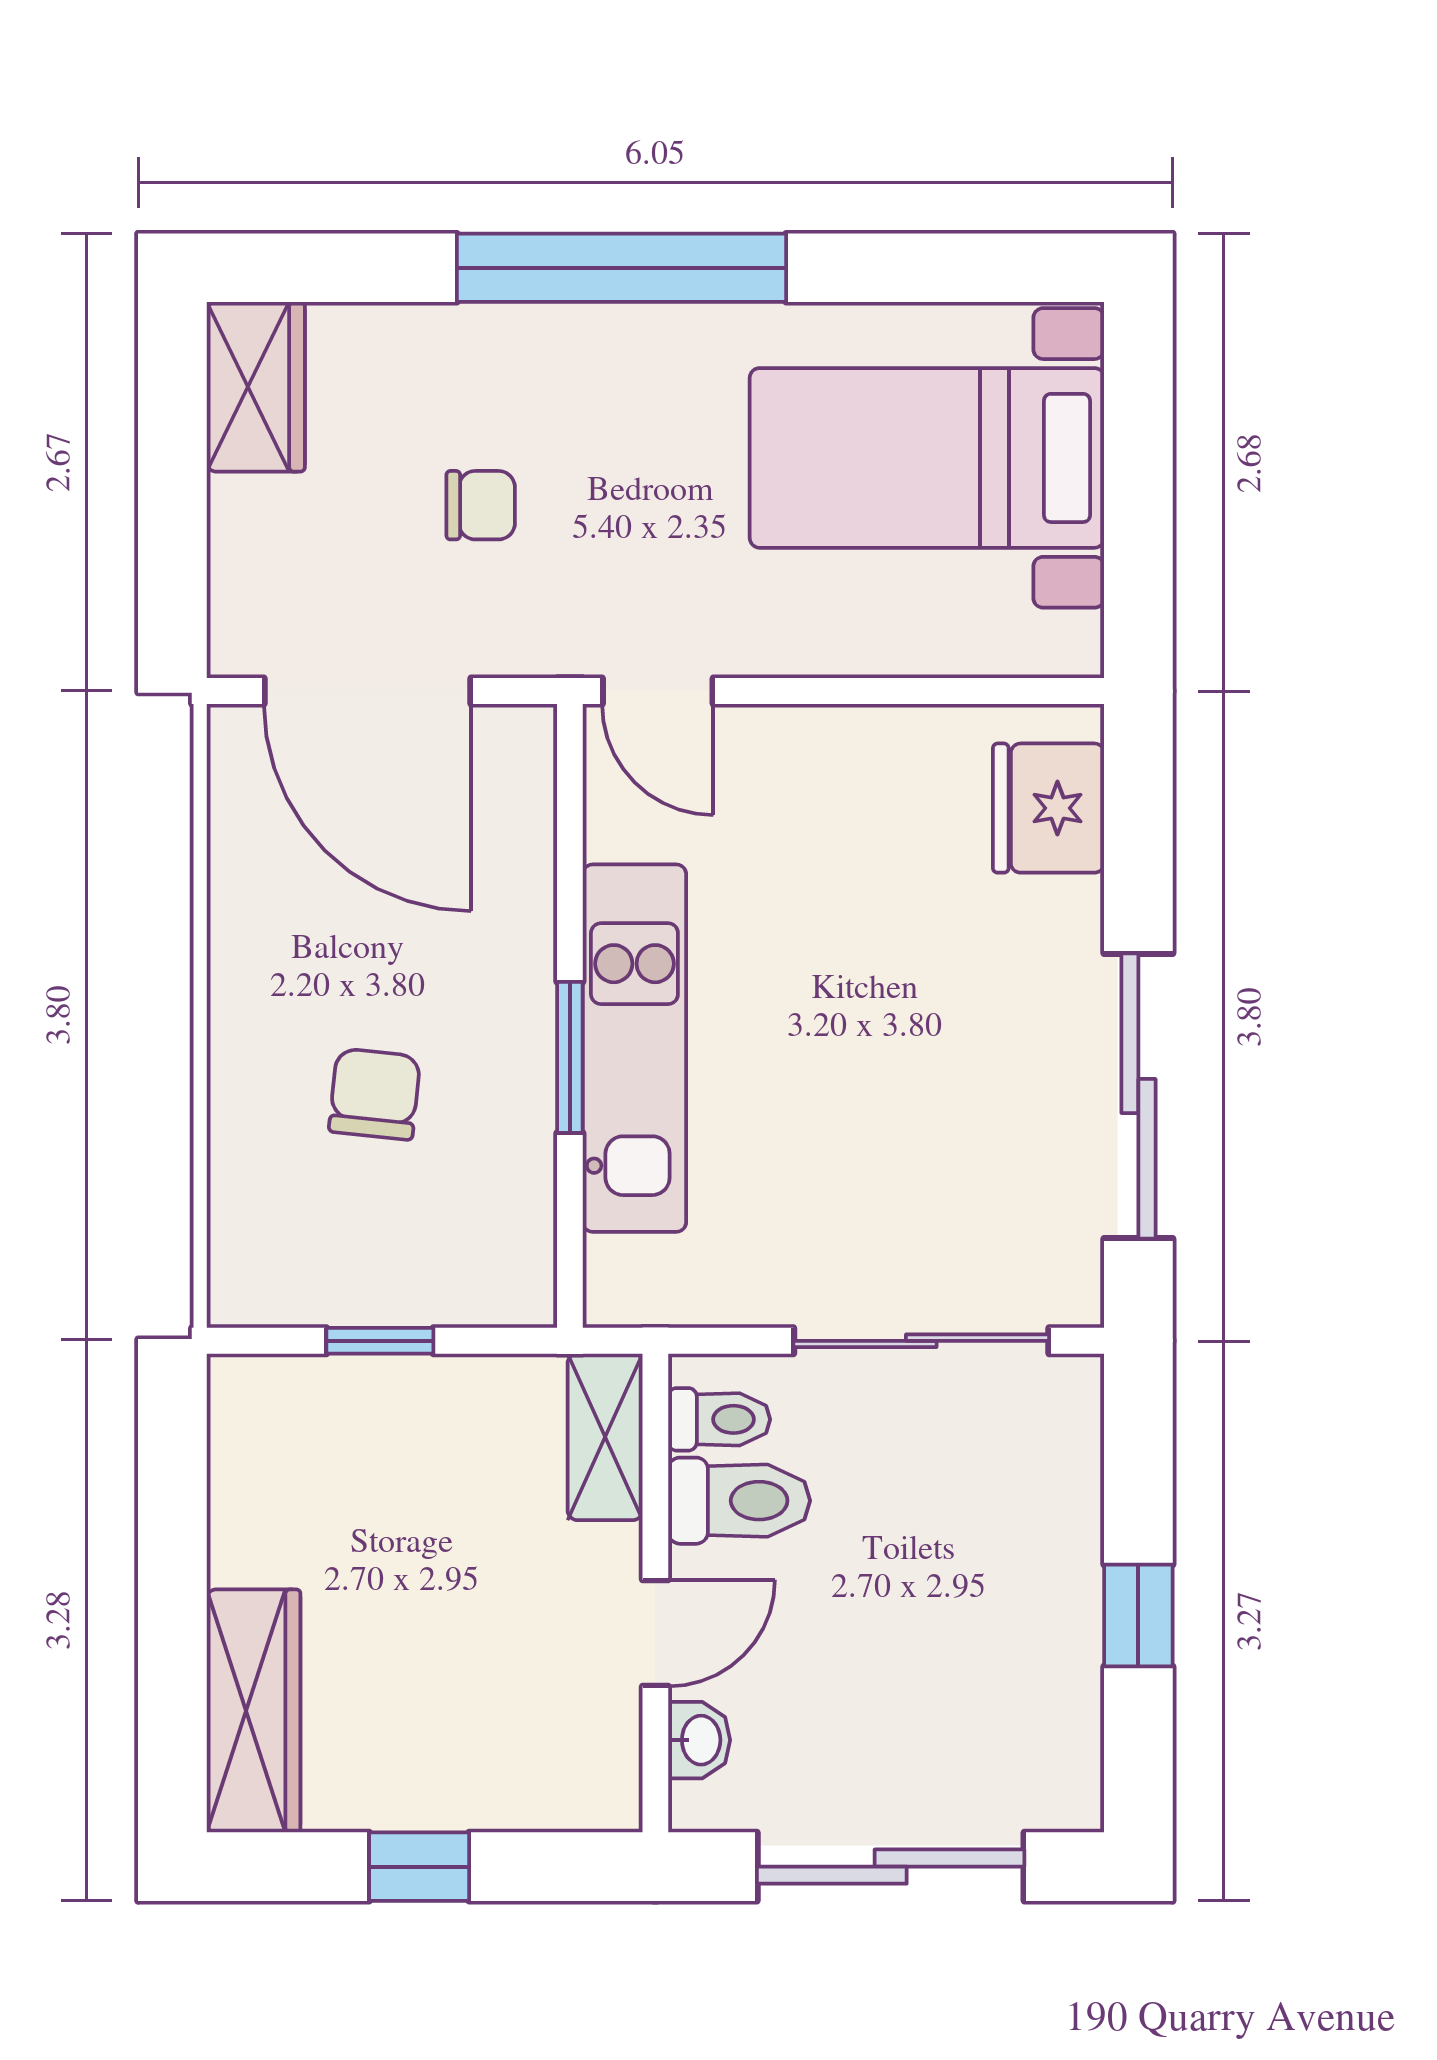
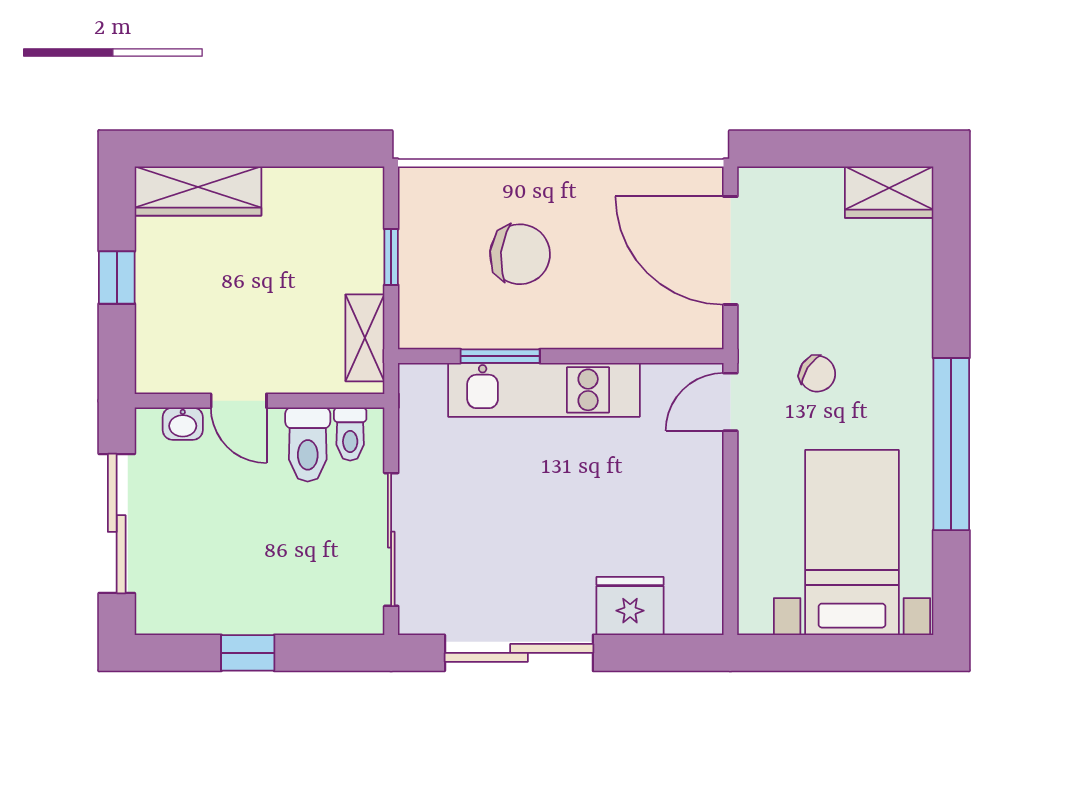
window: (621, 268) -> (951, 444), moved
chair: (481, 505) -> (817, 374), moved, turned -57
door: (368, 691) -> (730, 251), hinge flipped
fridge: (1049, 808) -> (630, 606), moved
window: (570, 1057) -> (500, 356), moved
chair: (375, 1094) -> (520, 254), width x1.37, depth x1.37
shelving: (605, 1437) -> (365, 338), moved, turned 90

